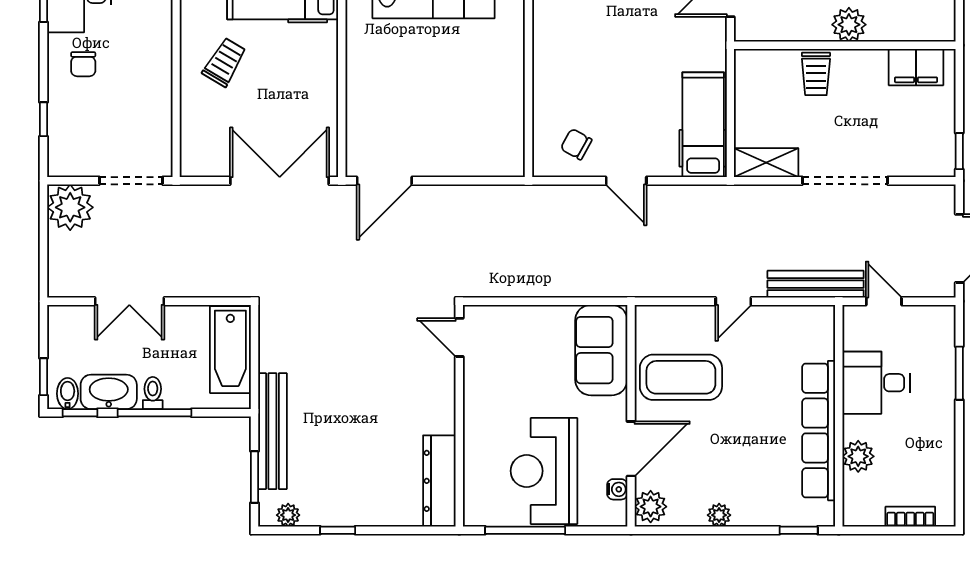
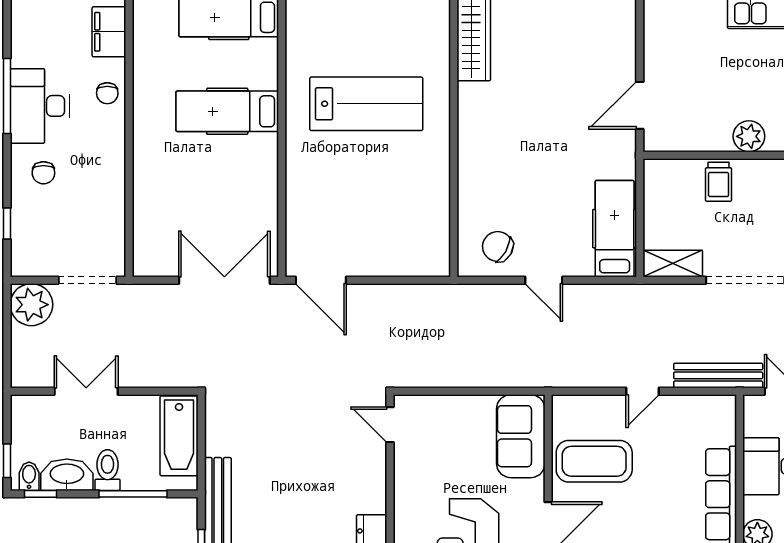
trolley: (224, 62) -> (174, 171), removed
chair: (576, 144) -> (498, 247), width x1.37, depth x1.37
door: (384, 181) -> (321, 280), hinge flipped
double door: (129, 301) -> (86, 391), swing flipped
toilet: (153, 393) -> (108, 470), width x1.37, depth x1.39
window: (154, 413) -> (133, 494), moved

